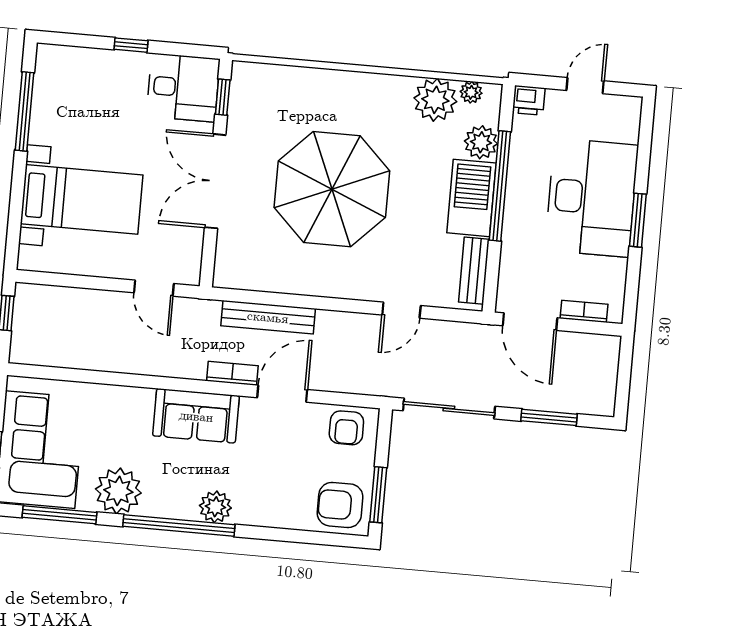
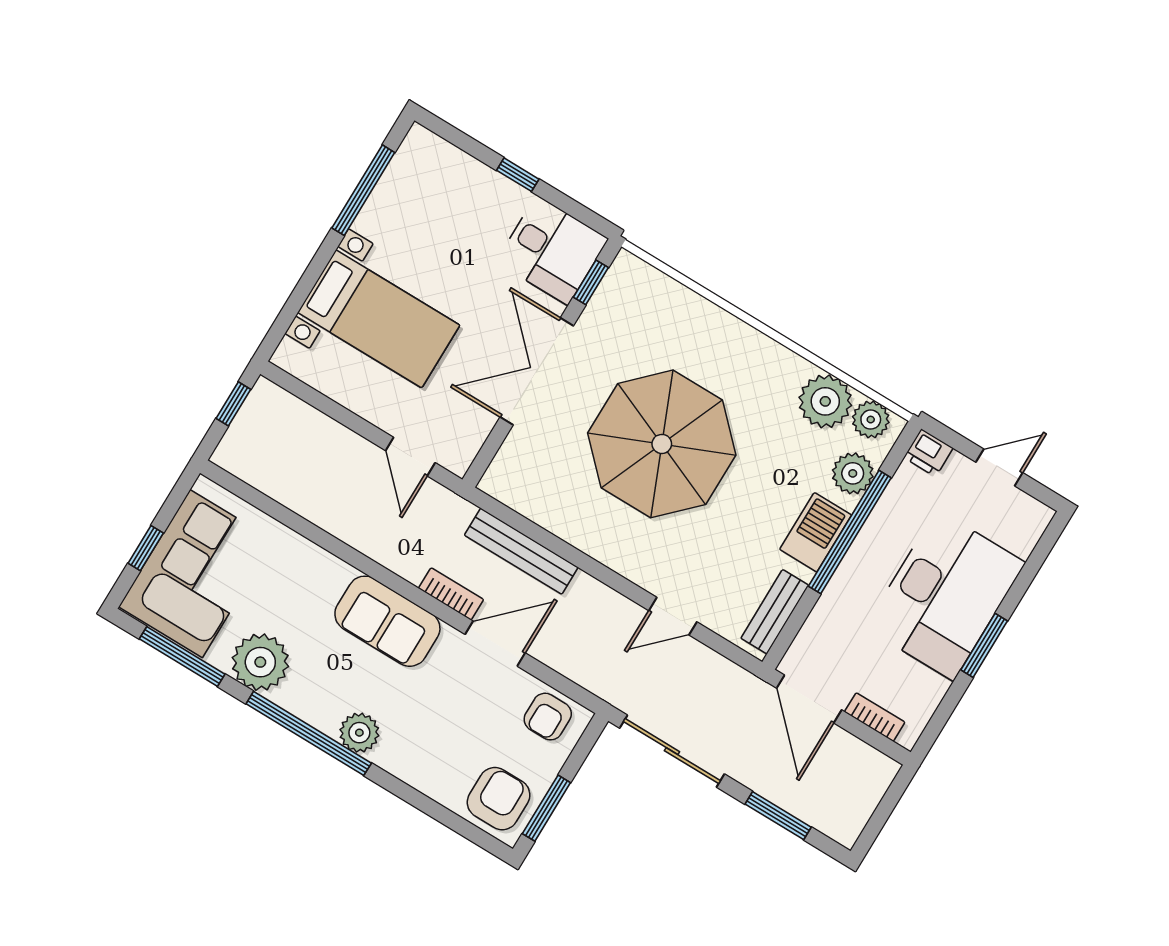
plant: (471, 92) -> (871, 420), width x1.38, depth x1.38
barbecue: (471, 198) -> (816, 532), width x0.73, depth x0.83
armchair: (340, 505) -> (499, 799), turned 90

